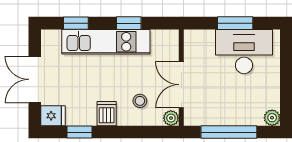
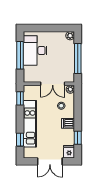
window: (129, 23) -> (20, 98), moved
window: (235, 23) -> (20, 55), width x1.44

